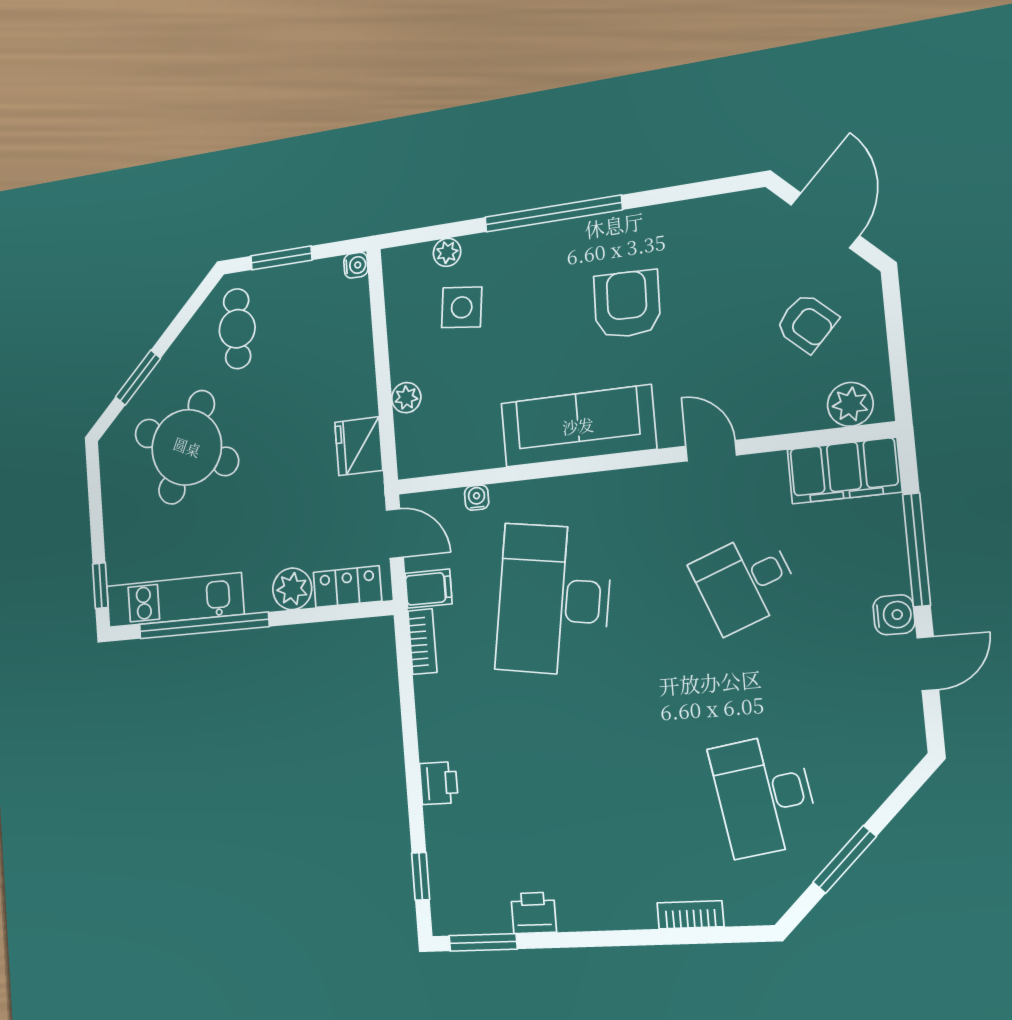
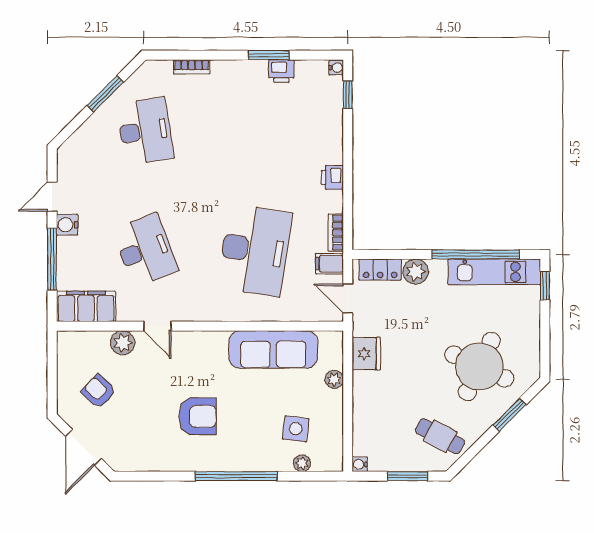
armchair: (627, 304) -> (198, 416), turned -92
cafe table: (237, 329) -> (440, 436), turned -64
plant: (850, 404) -> (123, 343), moved
sofa: (578, 426) -> (273, 349), moved
water cooler: (477, 498) -> (336, 68), moved, turned -90
desk: (745, 582) -> (145, 250), width x1.37
printer: (439, 783) -> (332, 177), moved
window: (483, 942) -> (269, 55), moved

